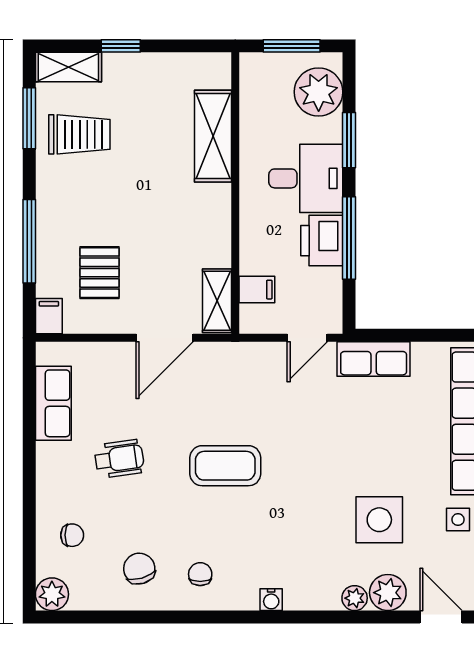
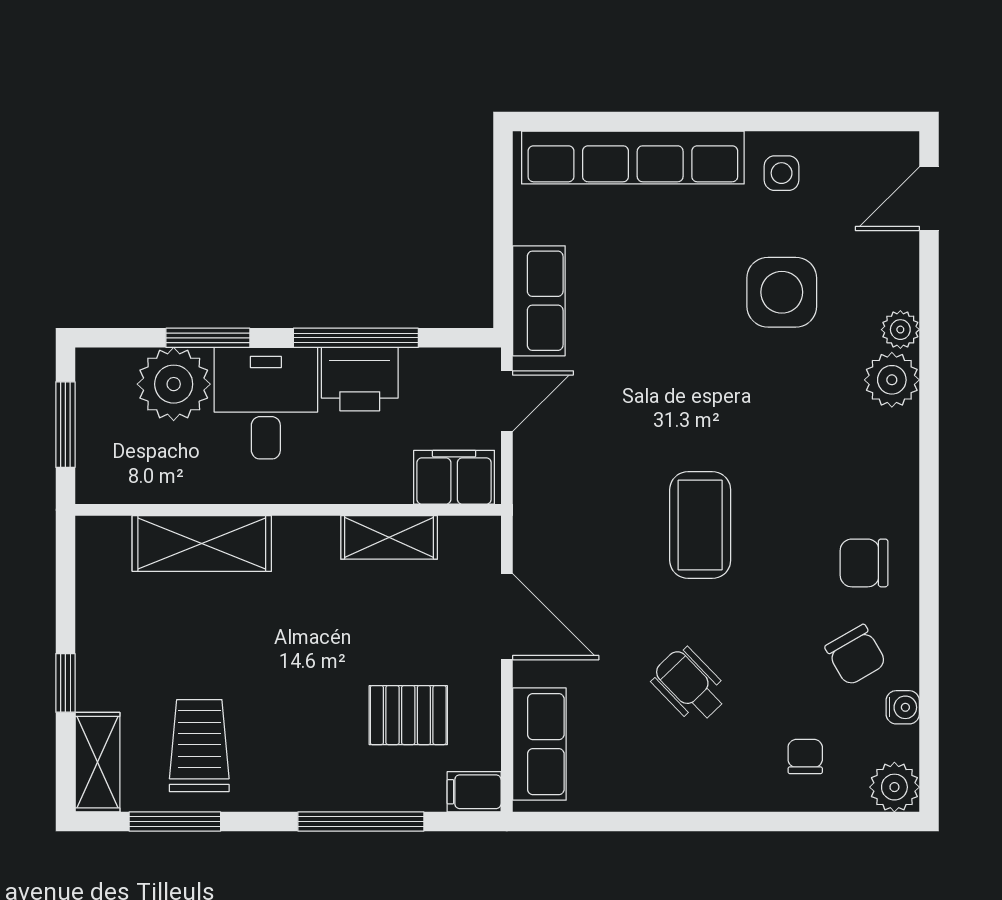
plant: (319, 92) -> (174, 384), moved
filing cabinet: (257, 290) -> (454, 477), width x2.00
shelving: (217, 301) -> (389, 537), moved
door: (307, 338) -> (507, 401), hinge flipped
row of seats: (53, 403) -> (539, 744), moved, turned 90
wheelchair: (119, 459) -> (690, 685), turned -36
chair: (139, 569) -> (856, 655), turned -104
chair: (200, 574) -> (864, 563), width x1.37, depth x1.37
plant: (388, 593) -> (892, 380), moved
water cooler: (271, 600) -> (903, 707), moved

